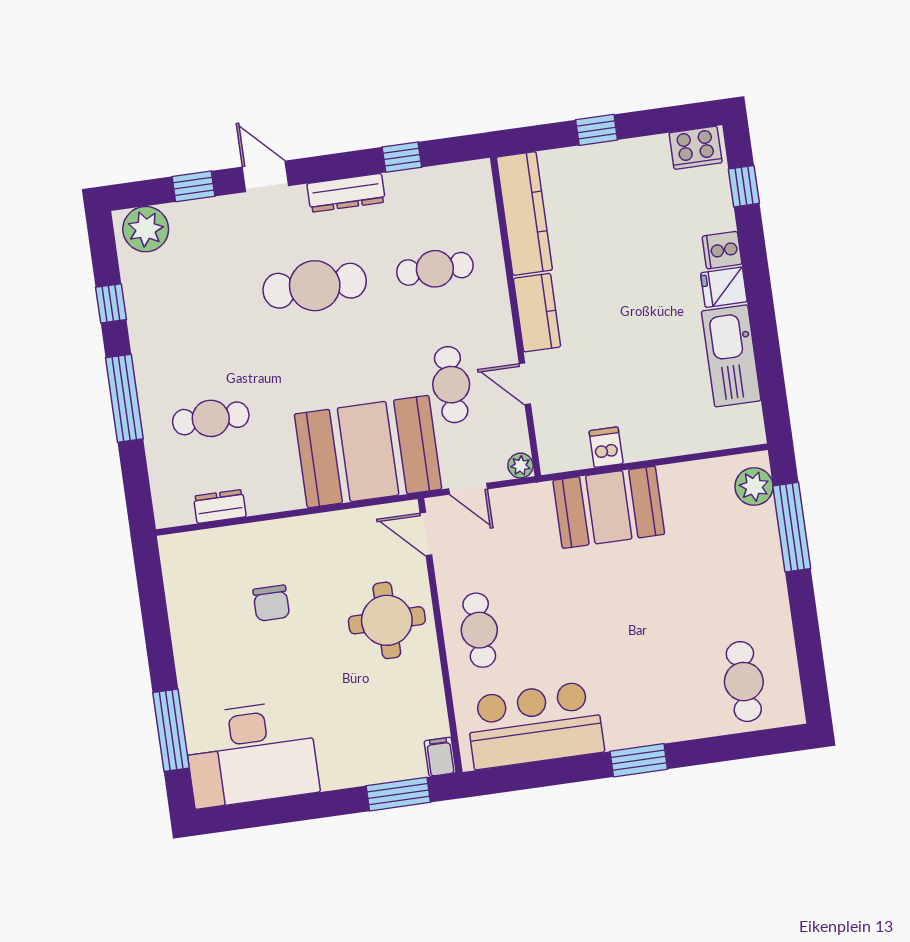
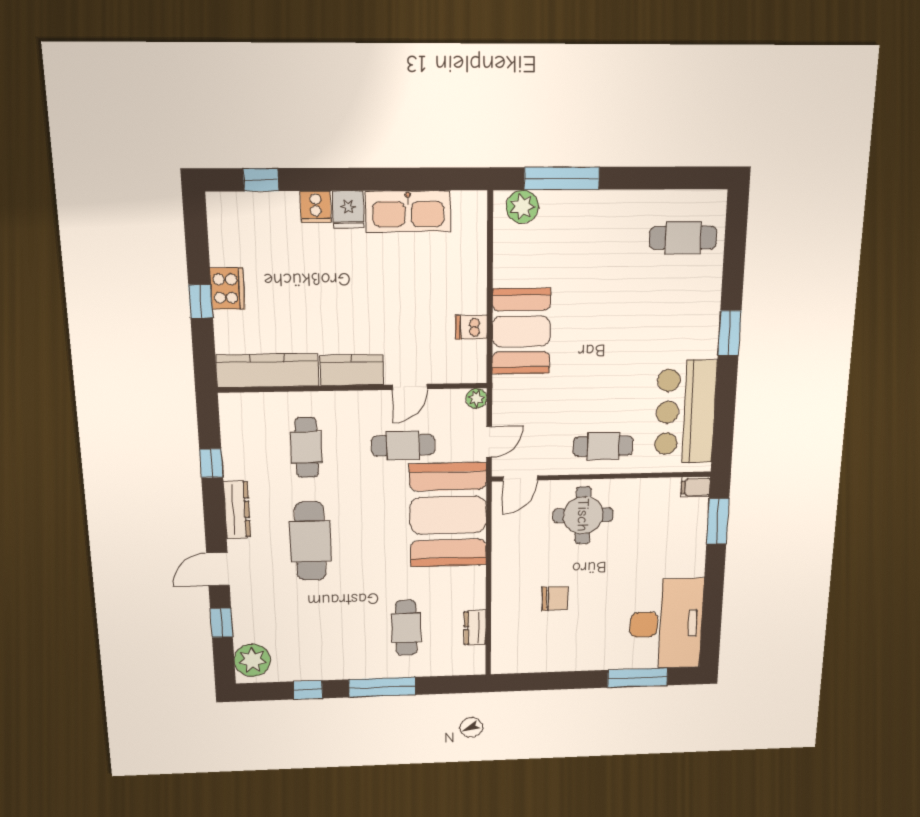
cooker: (696, 148) -> (227, 289), moved

